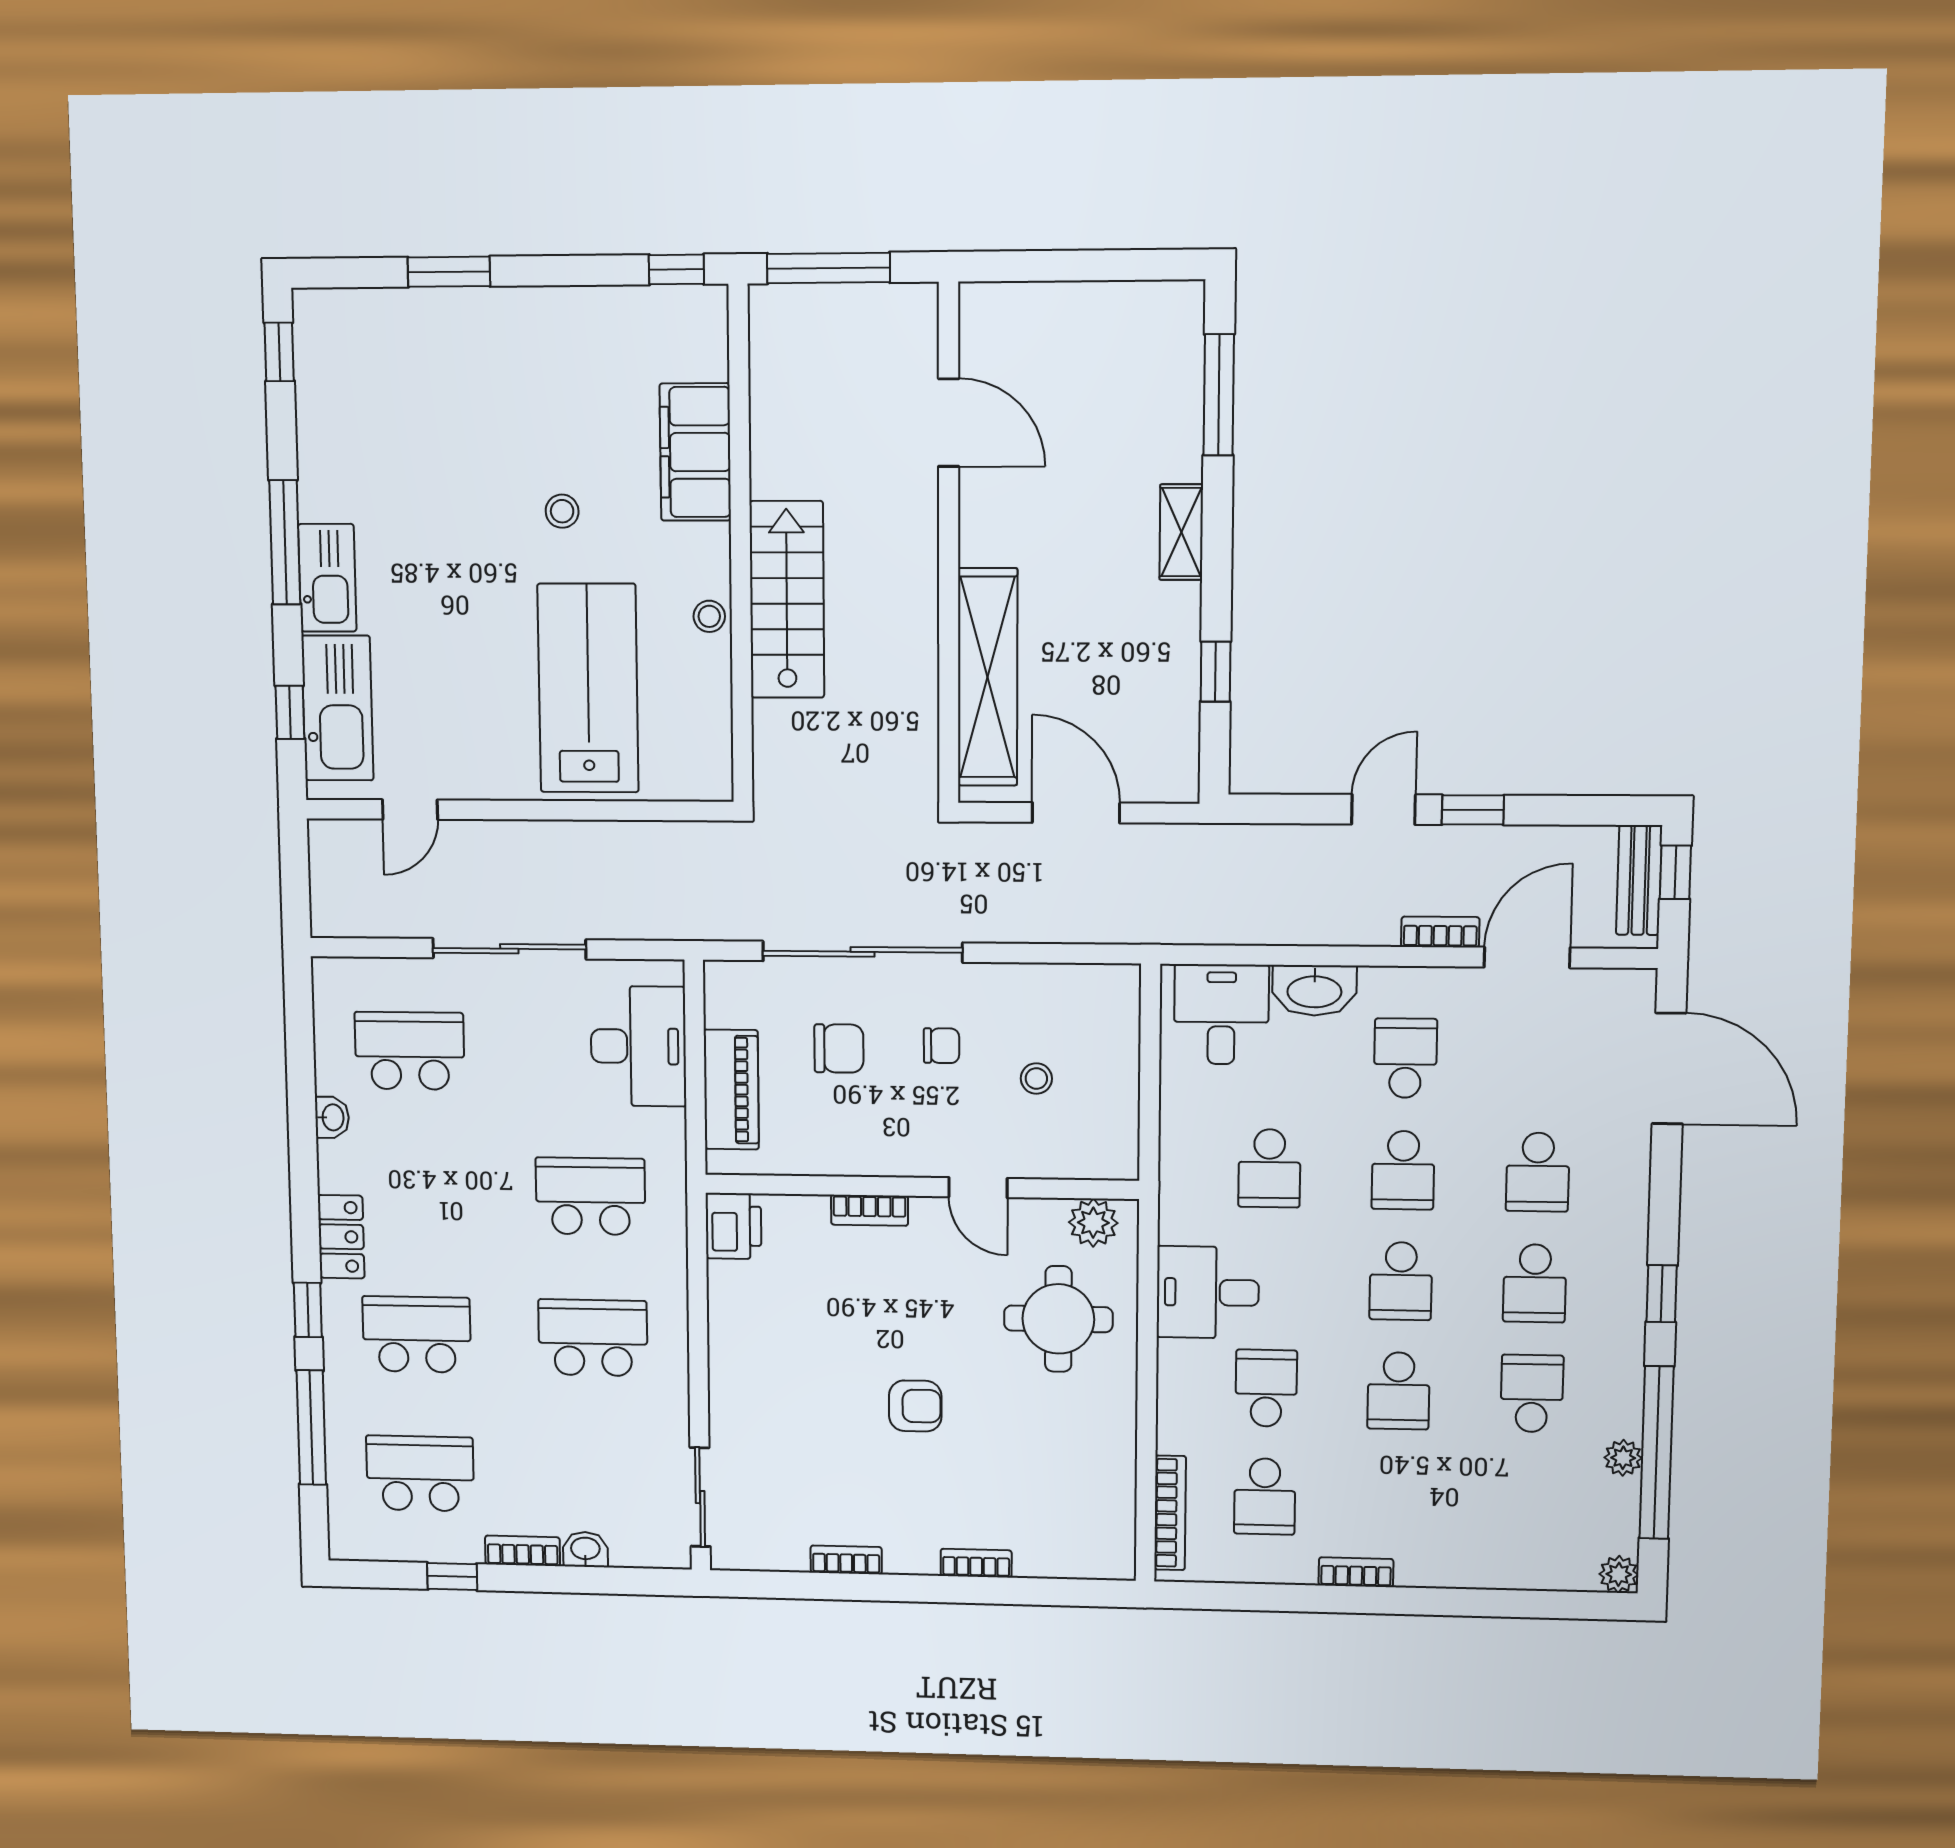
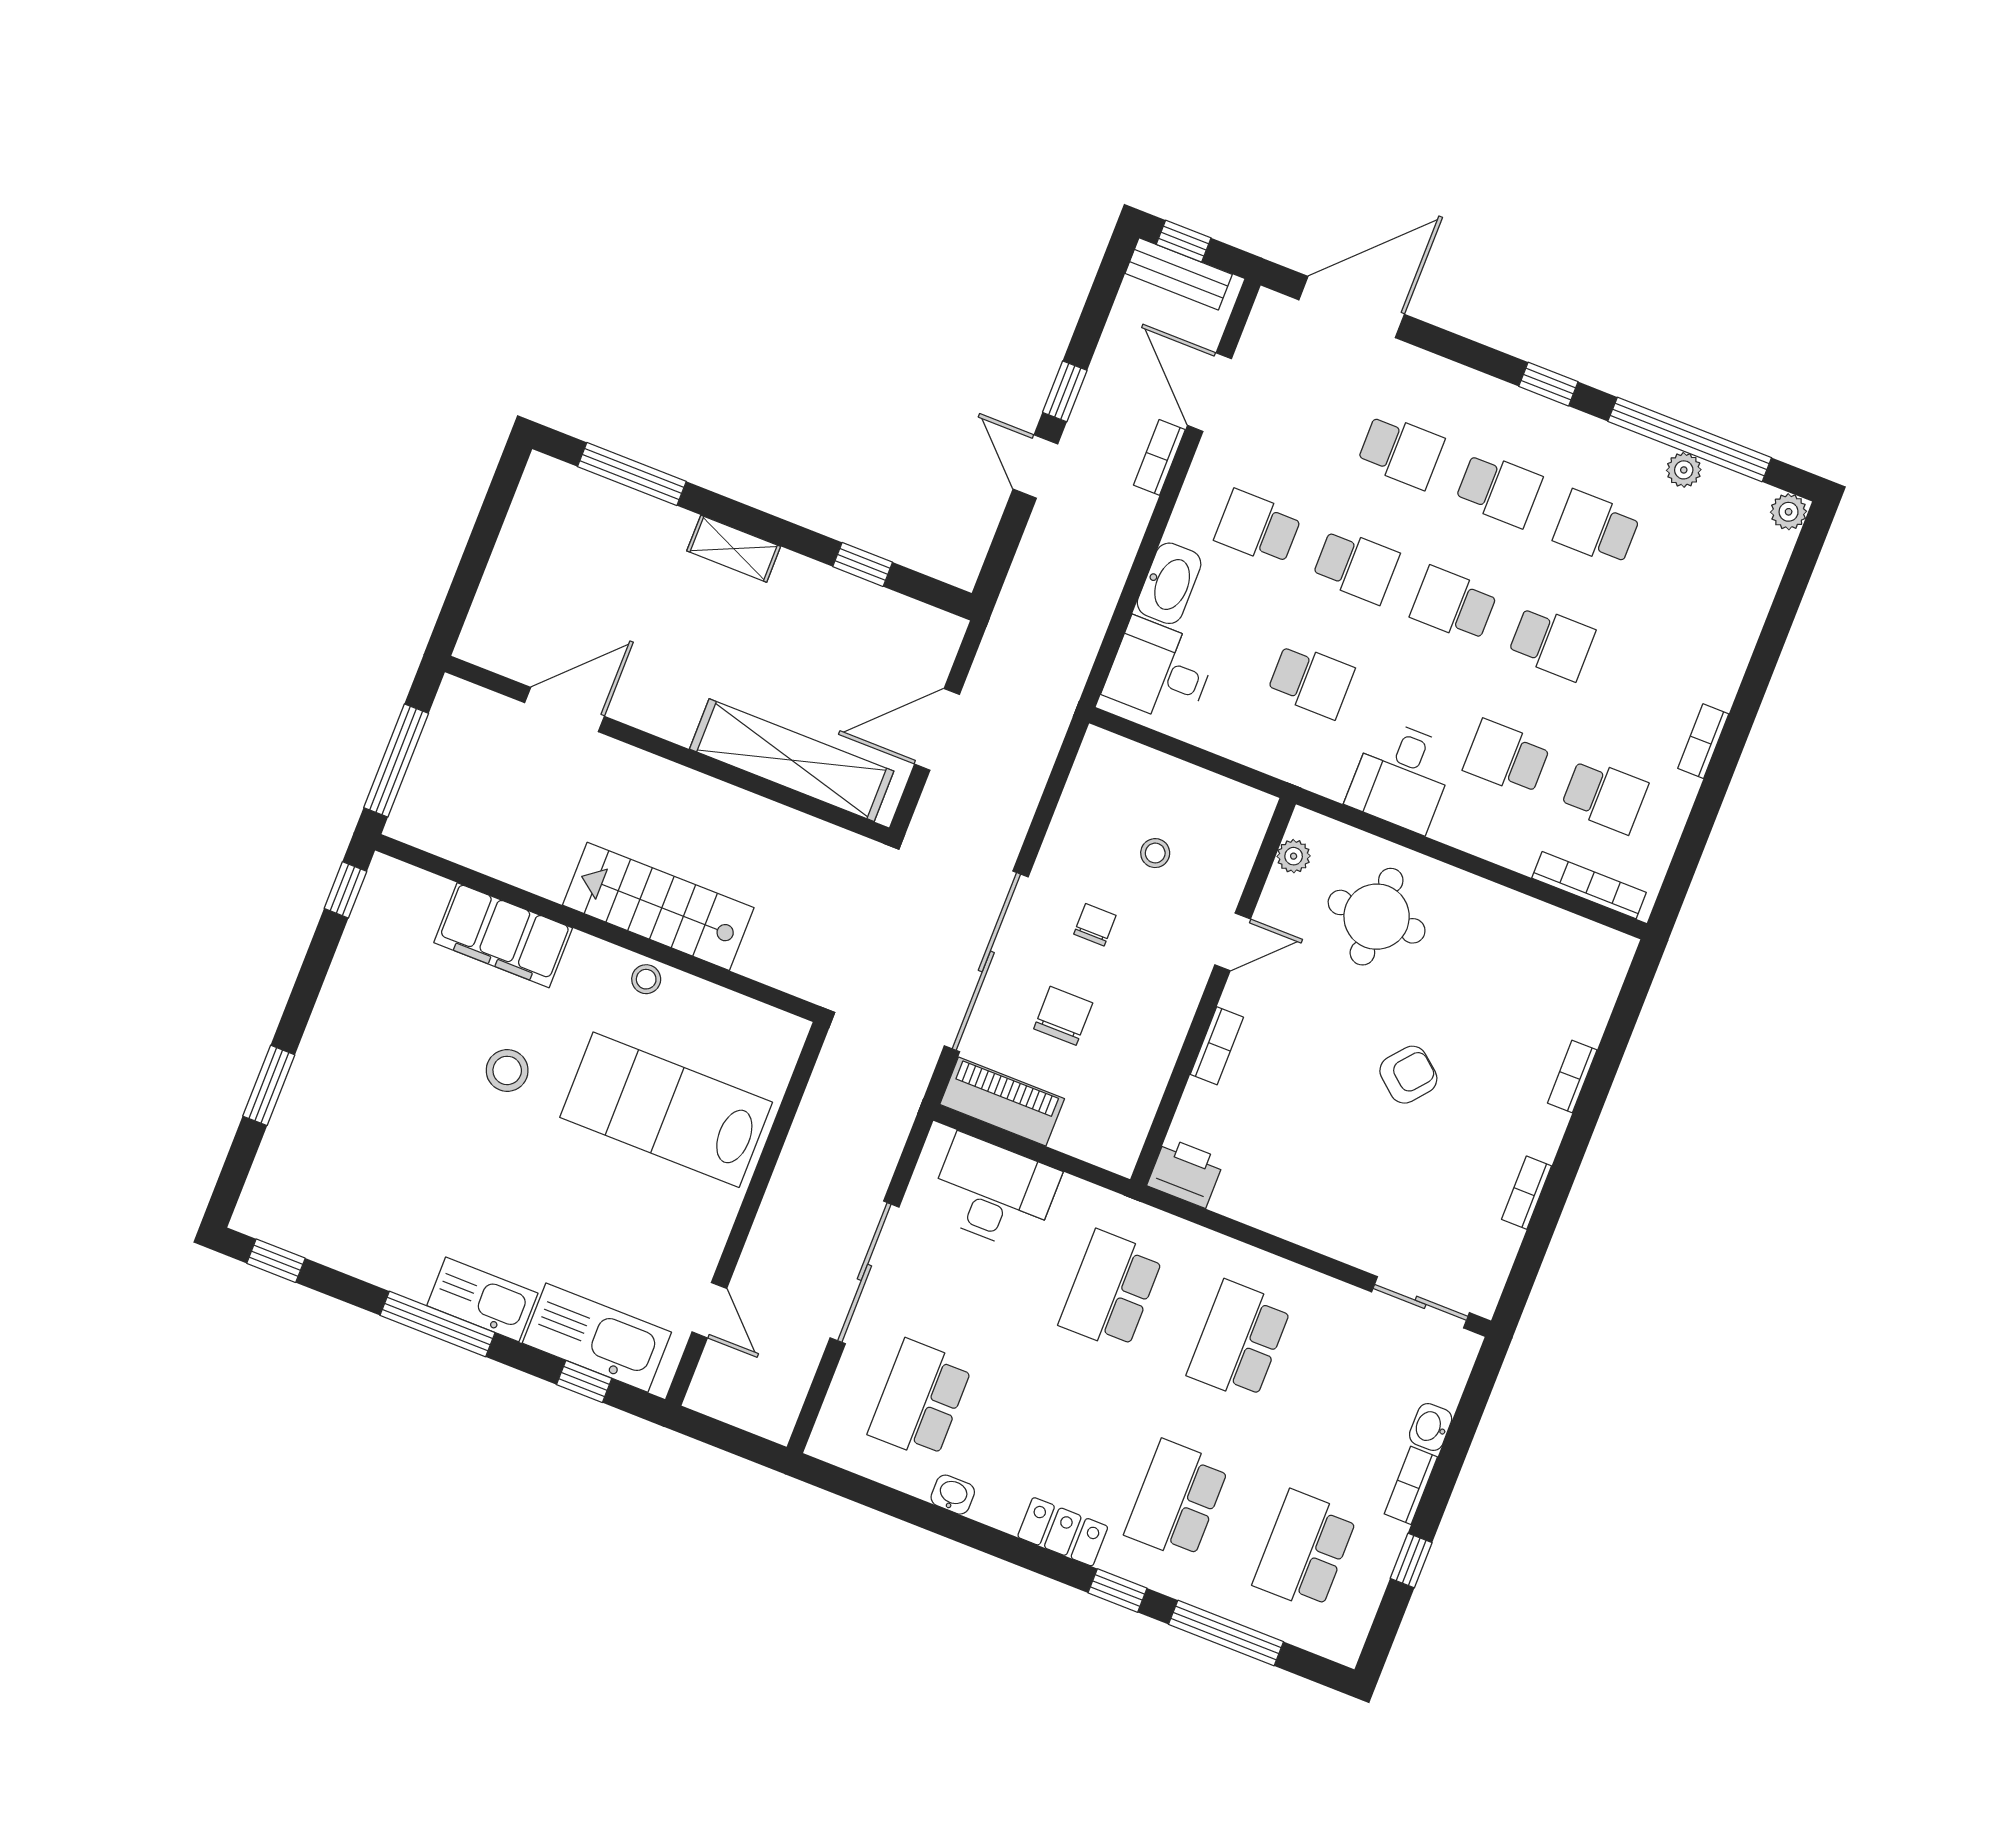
stool: (562, 511) -> (507, 1070), width x1.37, depth x1.37
piano: (731, 1090) -> (1002, 1102), moved
plant: (1093, 1223) -> (1294, 856), width x0.73, depth x0.73
school desk: (1401, 1281) -> (1454, 604), turned 180
armchair: (915, 1406) -> (1408, 1075), turned 40

